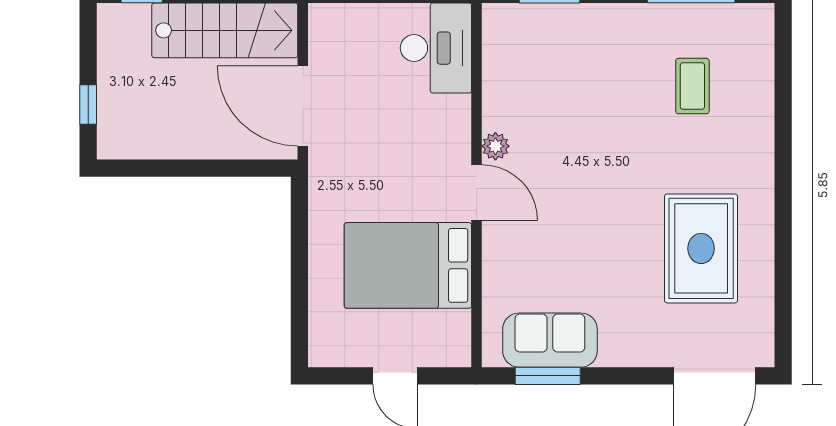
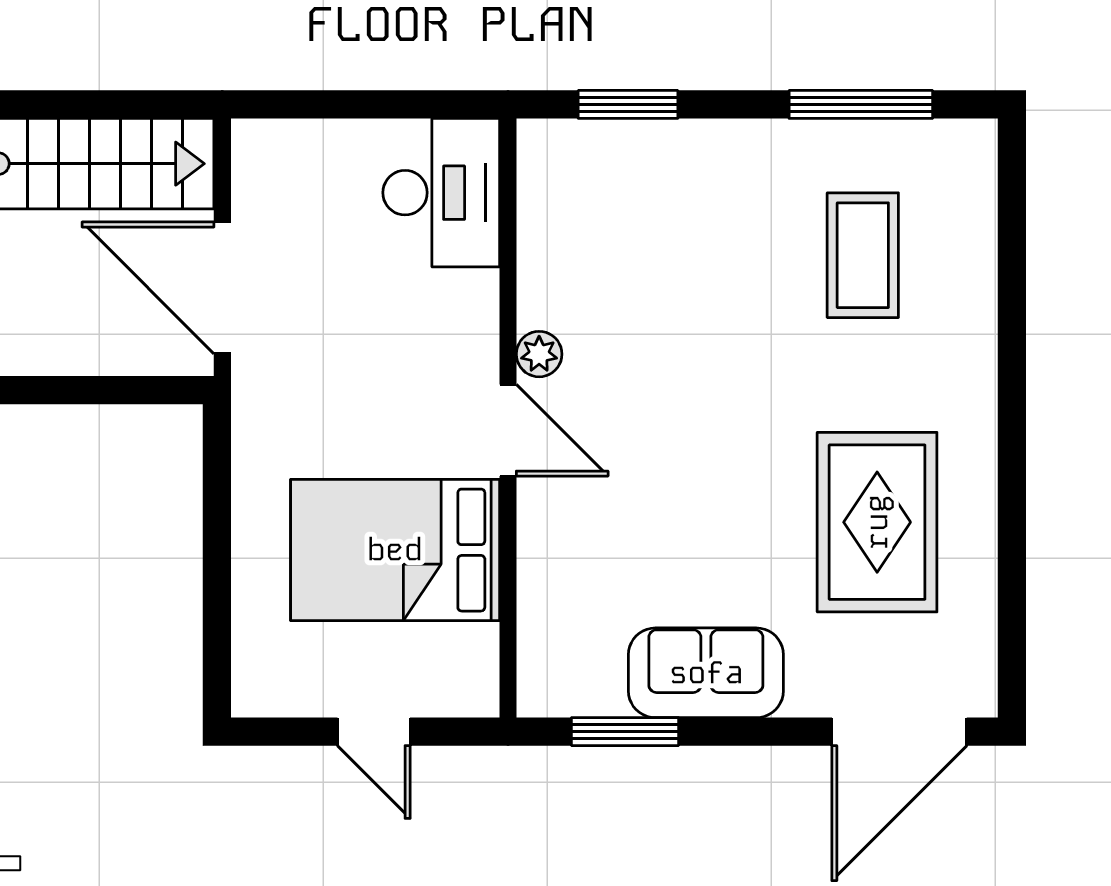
coffee table: (692, 86) -> (863, 255), width x1.36, depth x1.30
sofa: (550, 340) -> (706, 673), moved

